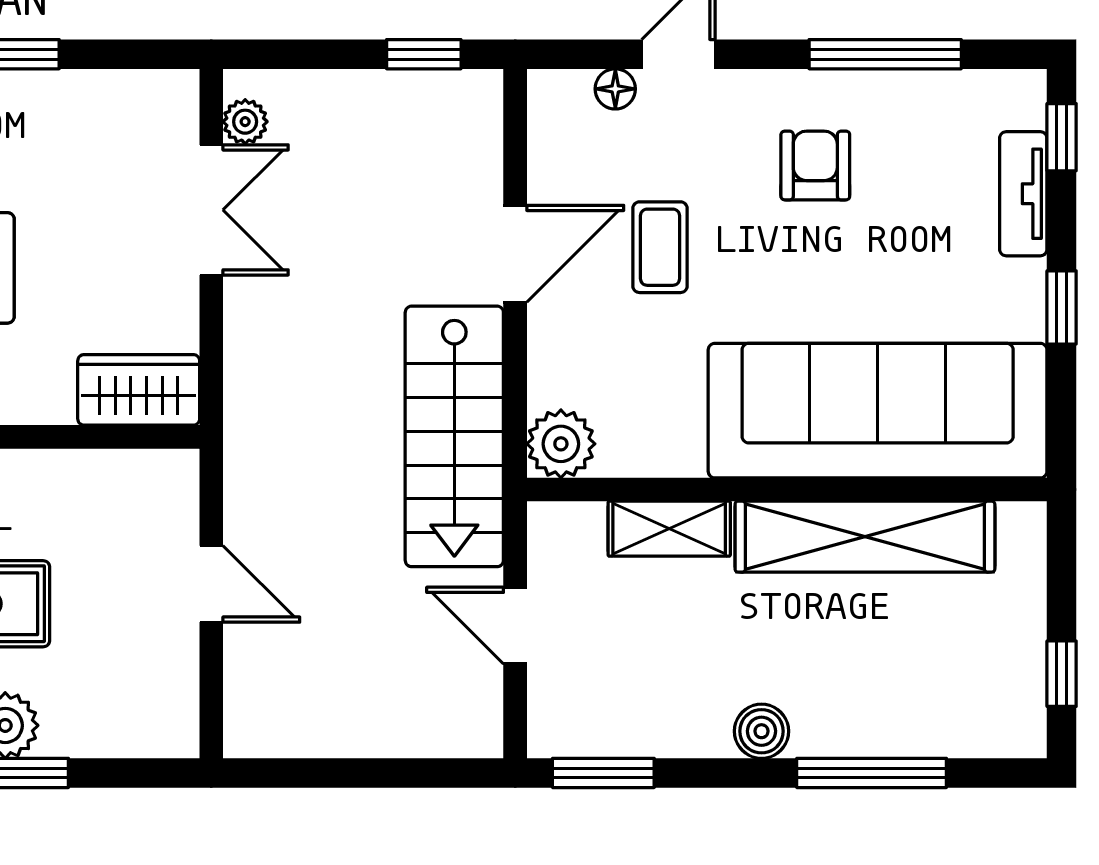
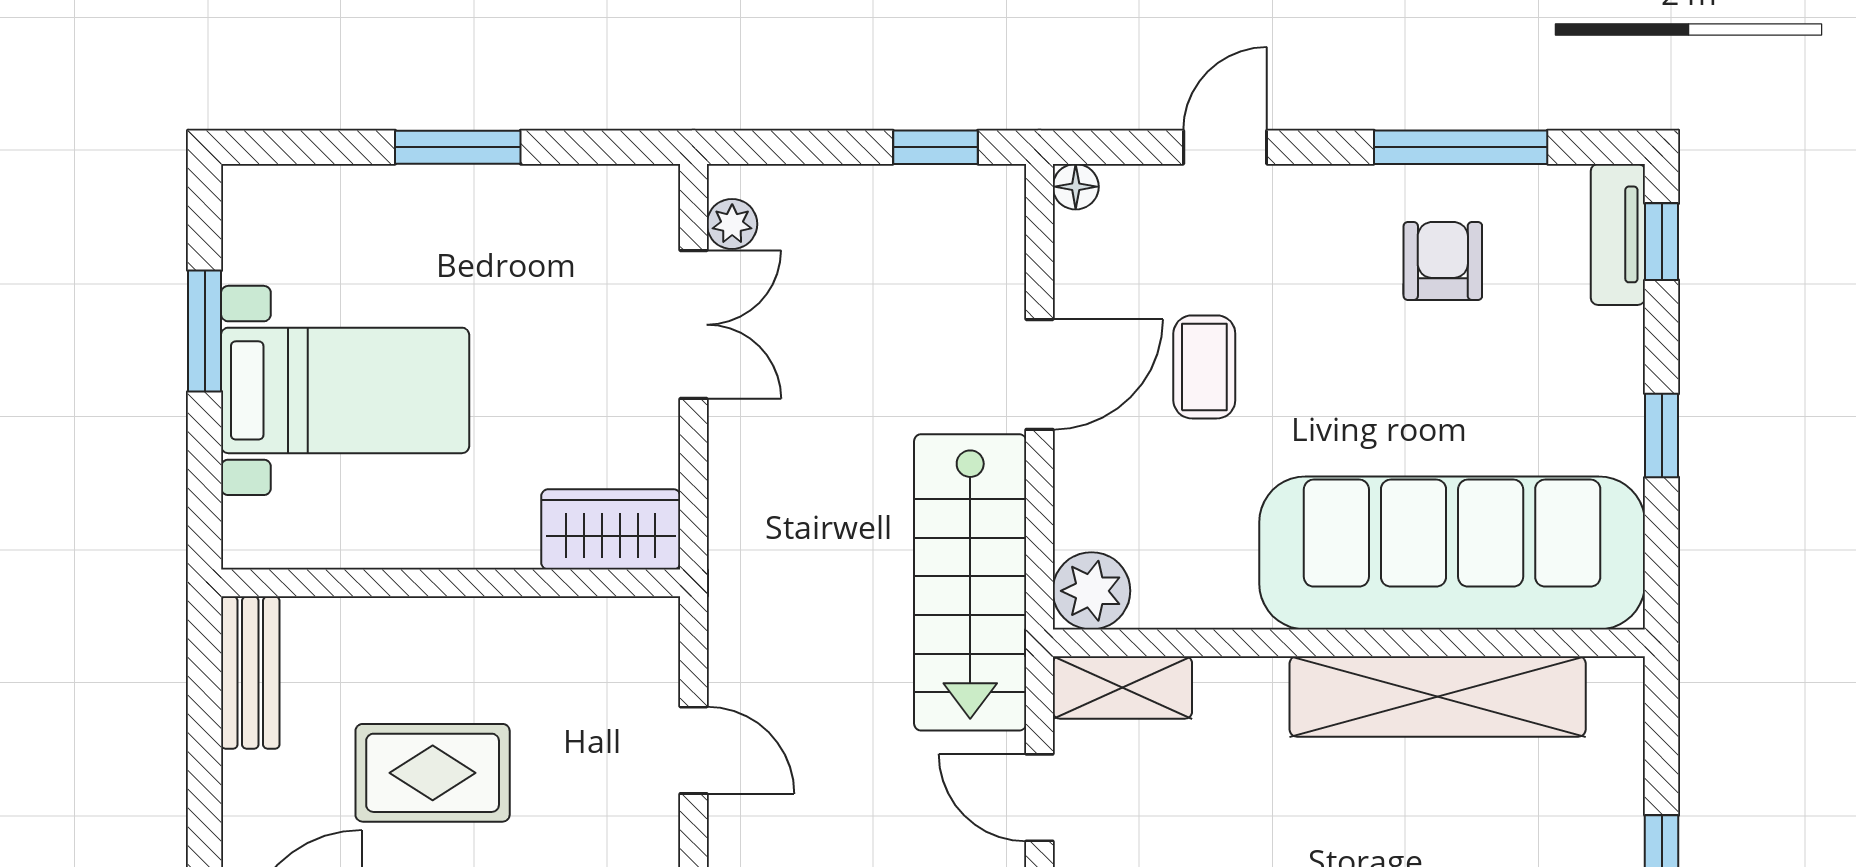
floor lamp: (615, 89) -> (1076, 187), moved
armchair: (815, 165) -> (1443, 261), moved
tv unit: (1023, 194) -> (1618, 234), moved
shelving: (669, 529) -> (1122, 687), moved

